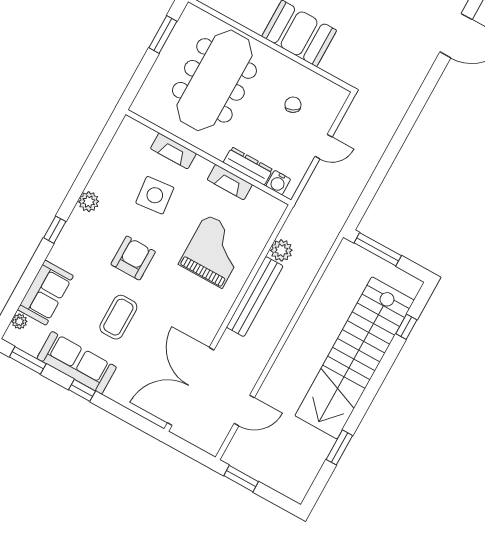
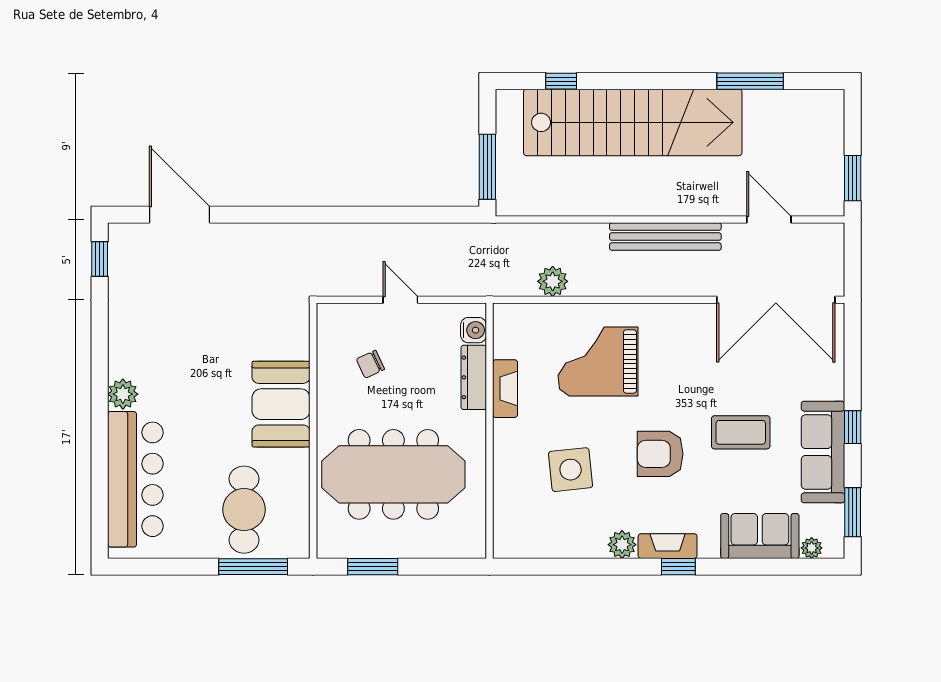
fireplace: (173, 151) -> (668, 546), moved, turned -90
bench: (255, 297) -> (665, 237), moved
window: (339, 447) -> (750, 81), width x1.44

